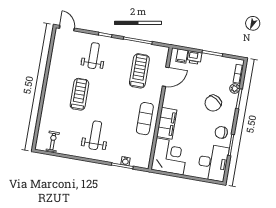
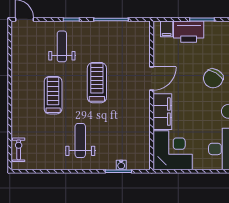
printer: (194, 58) -> (189, 32), width x1.87, depth x1.48
treadmill: (139, 71) -> (97, 83), moved
door: (166, 77) -> (152, 78), moved
exercise mat: (145, 119) -> (136, 111), removed
exercise bike: (53, 142) -> (19, 150), moved

